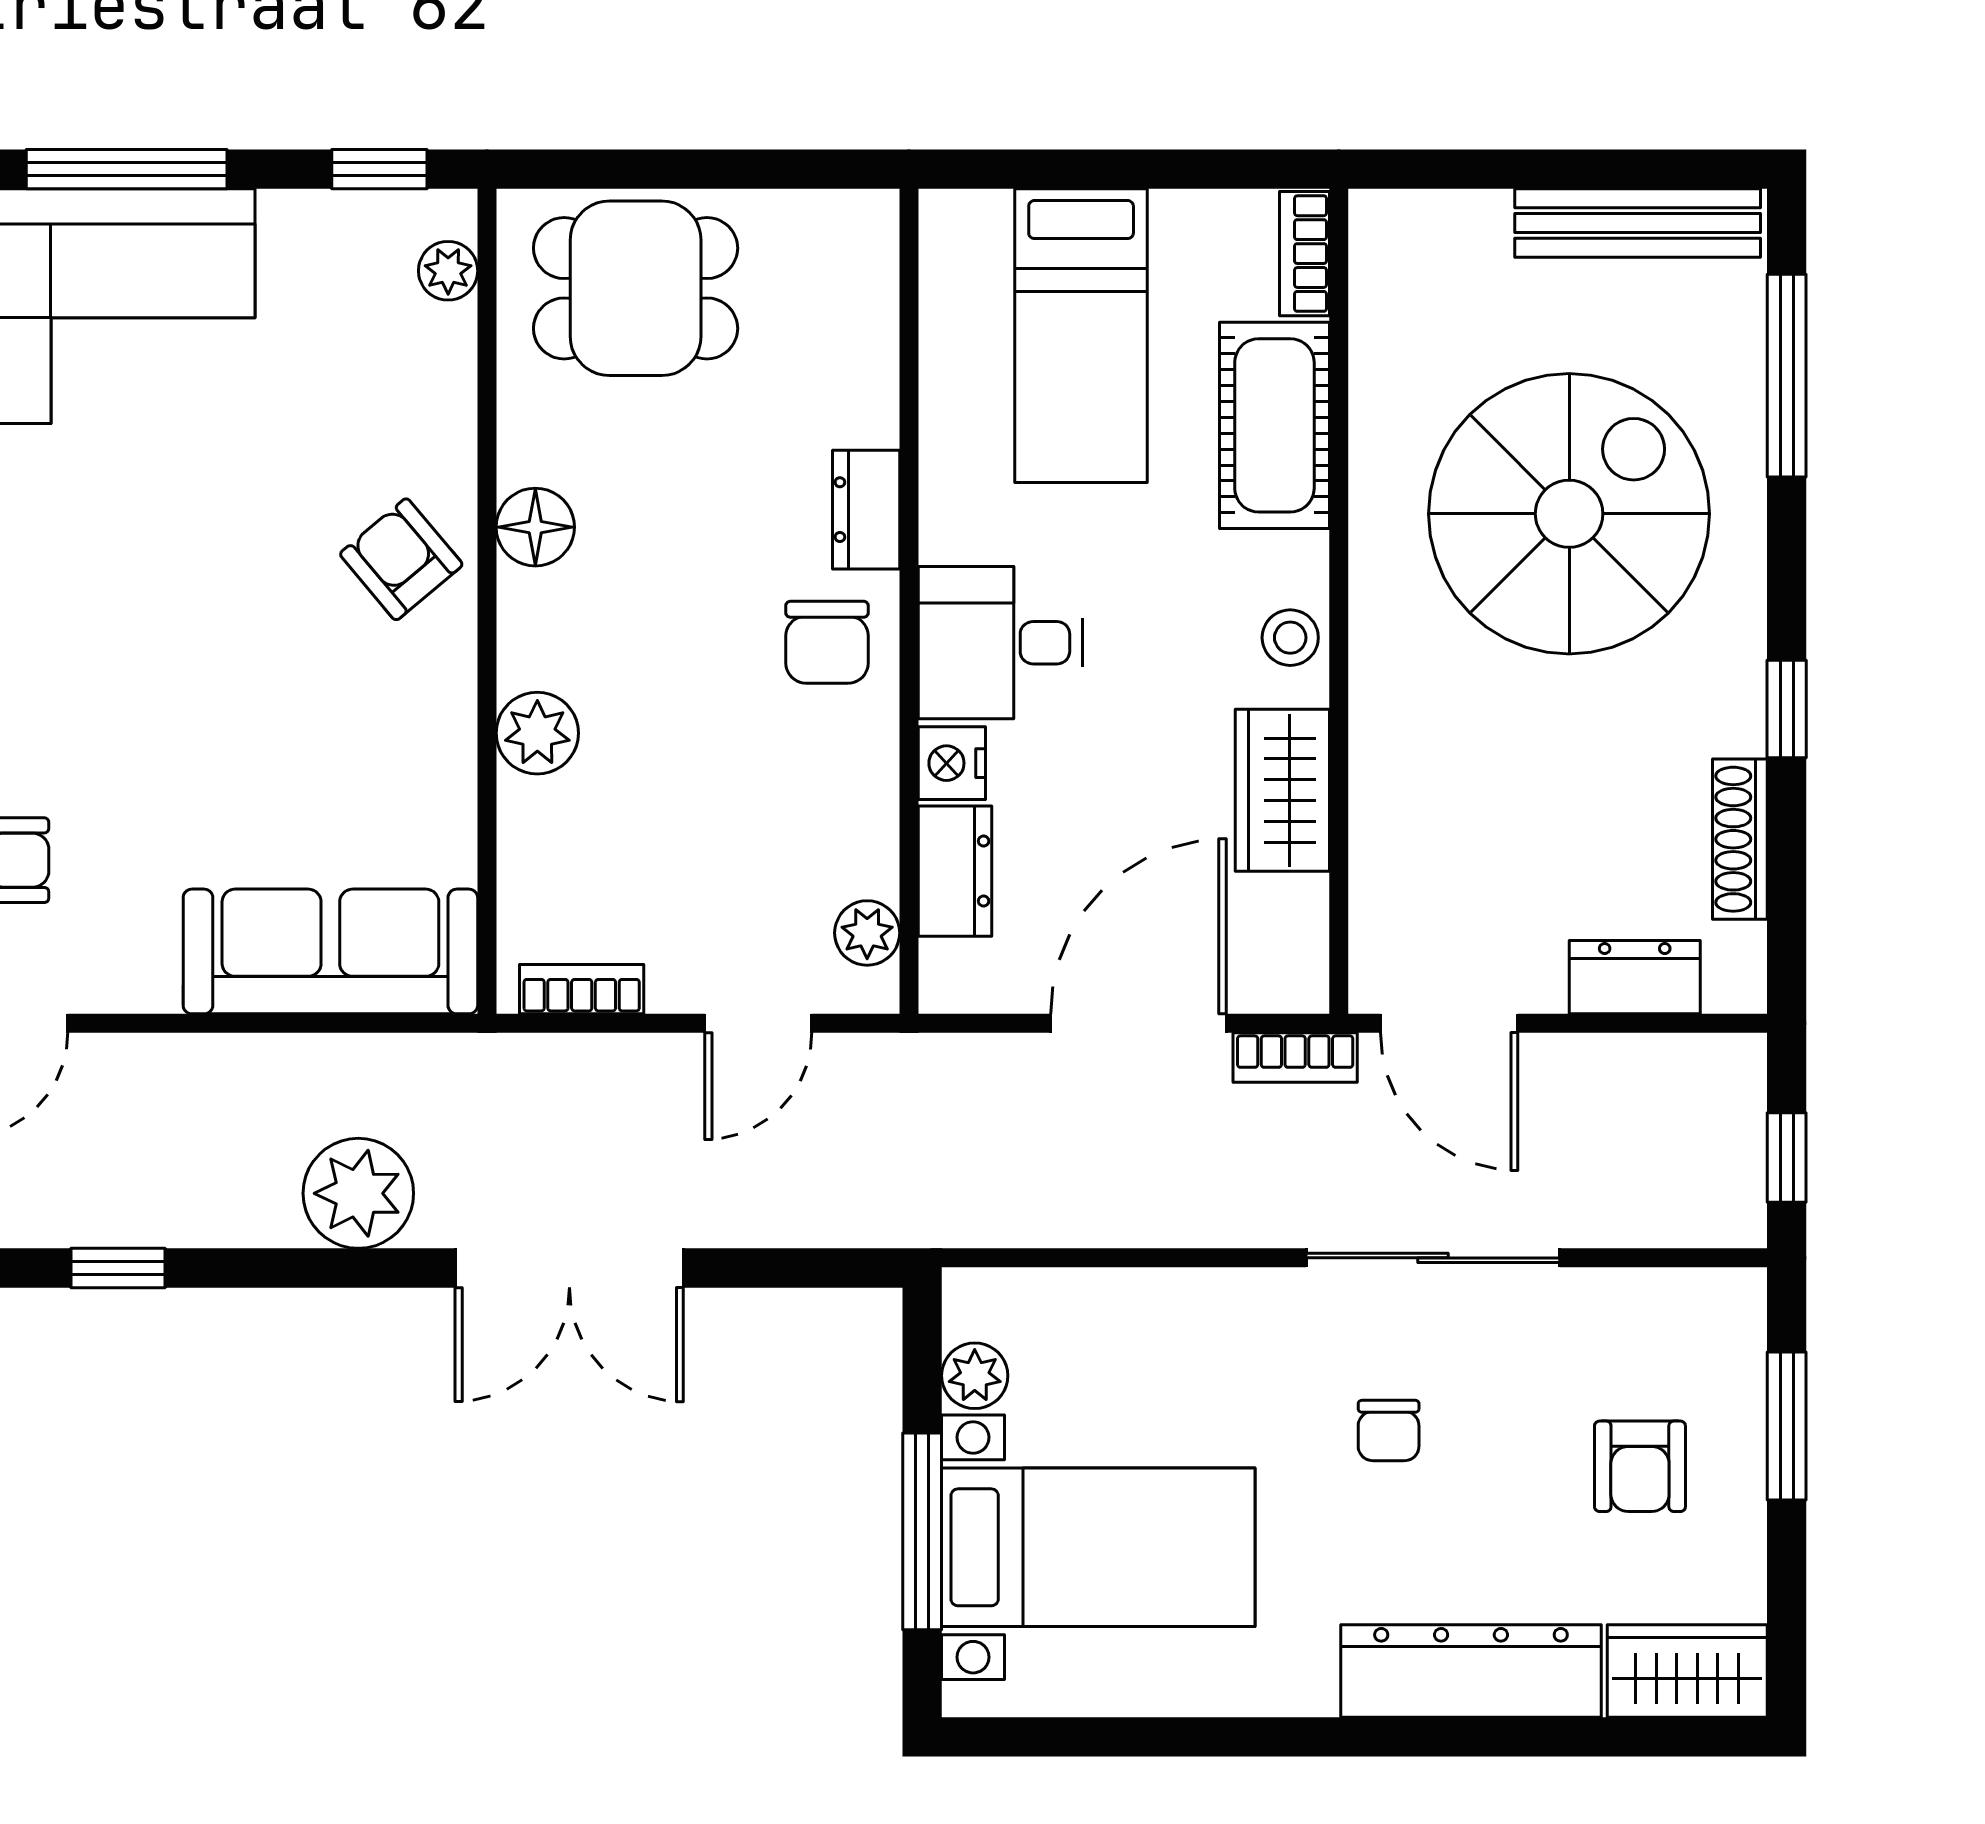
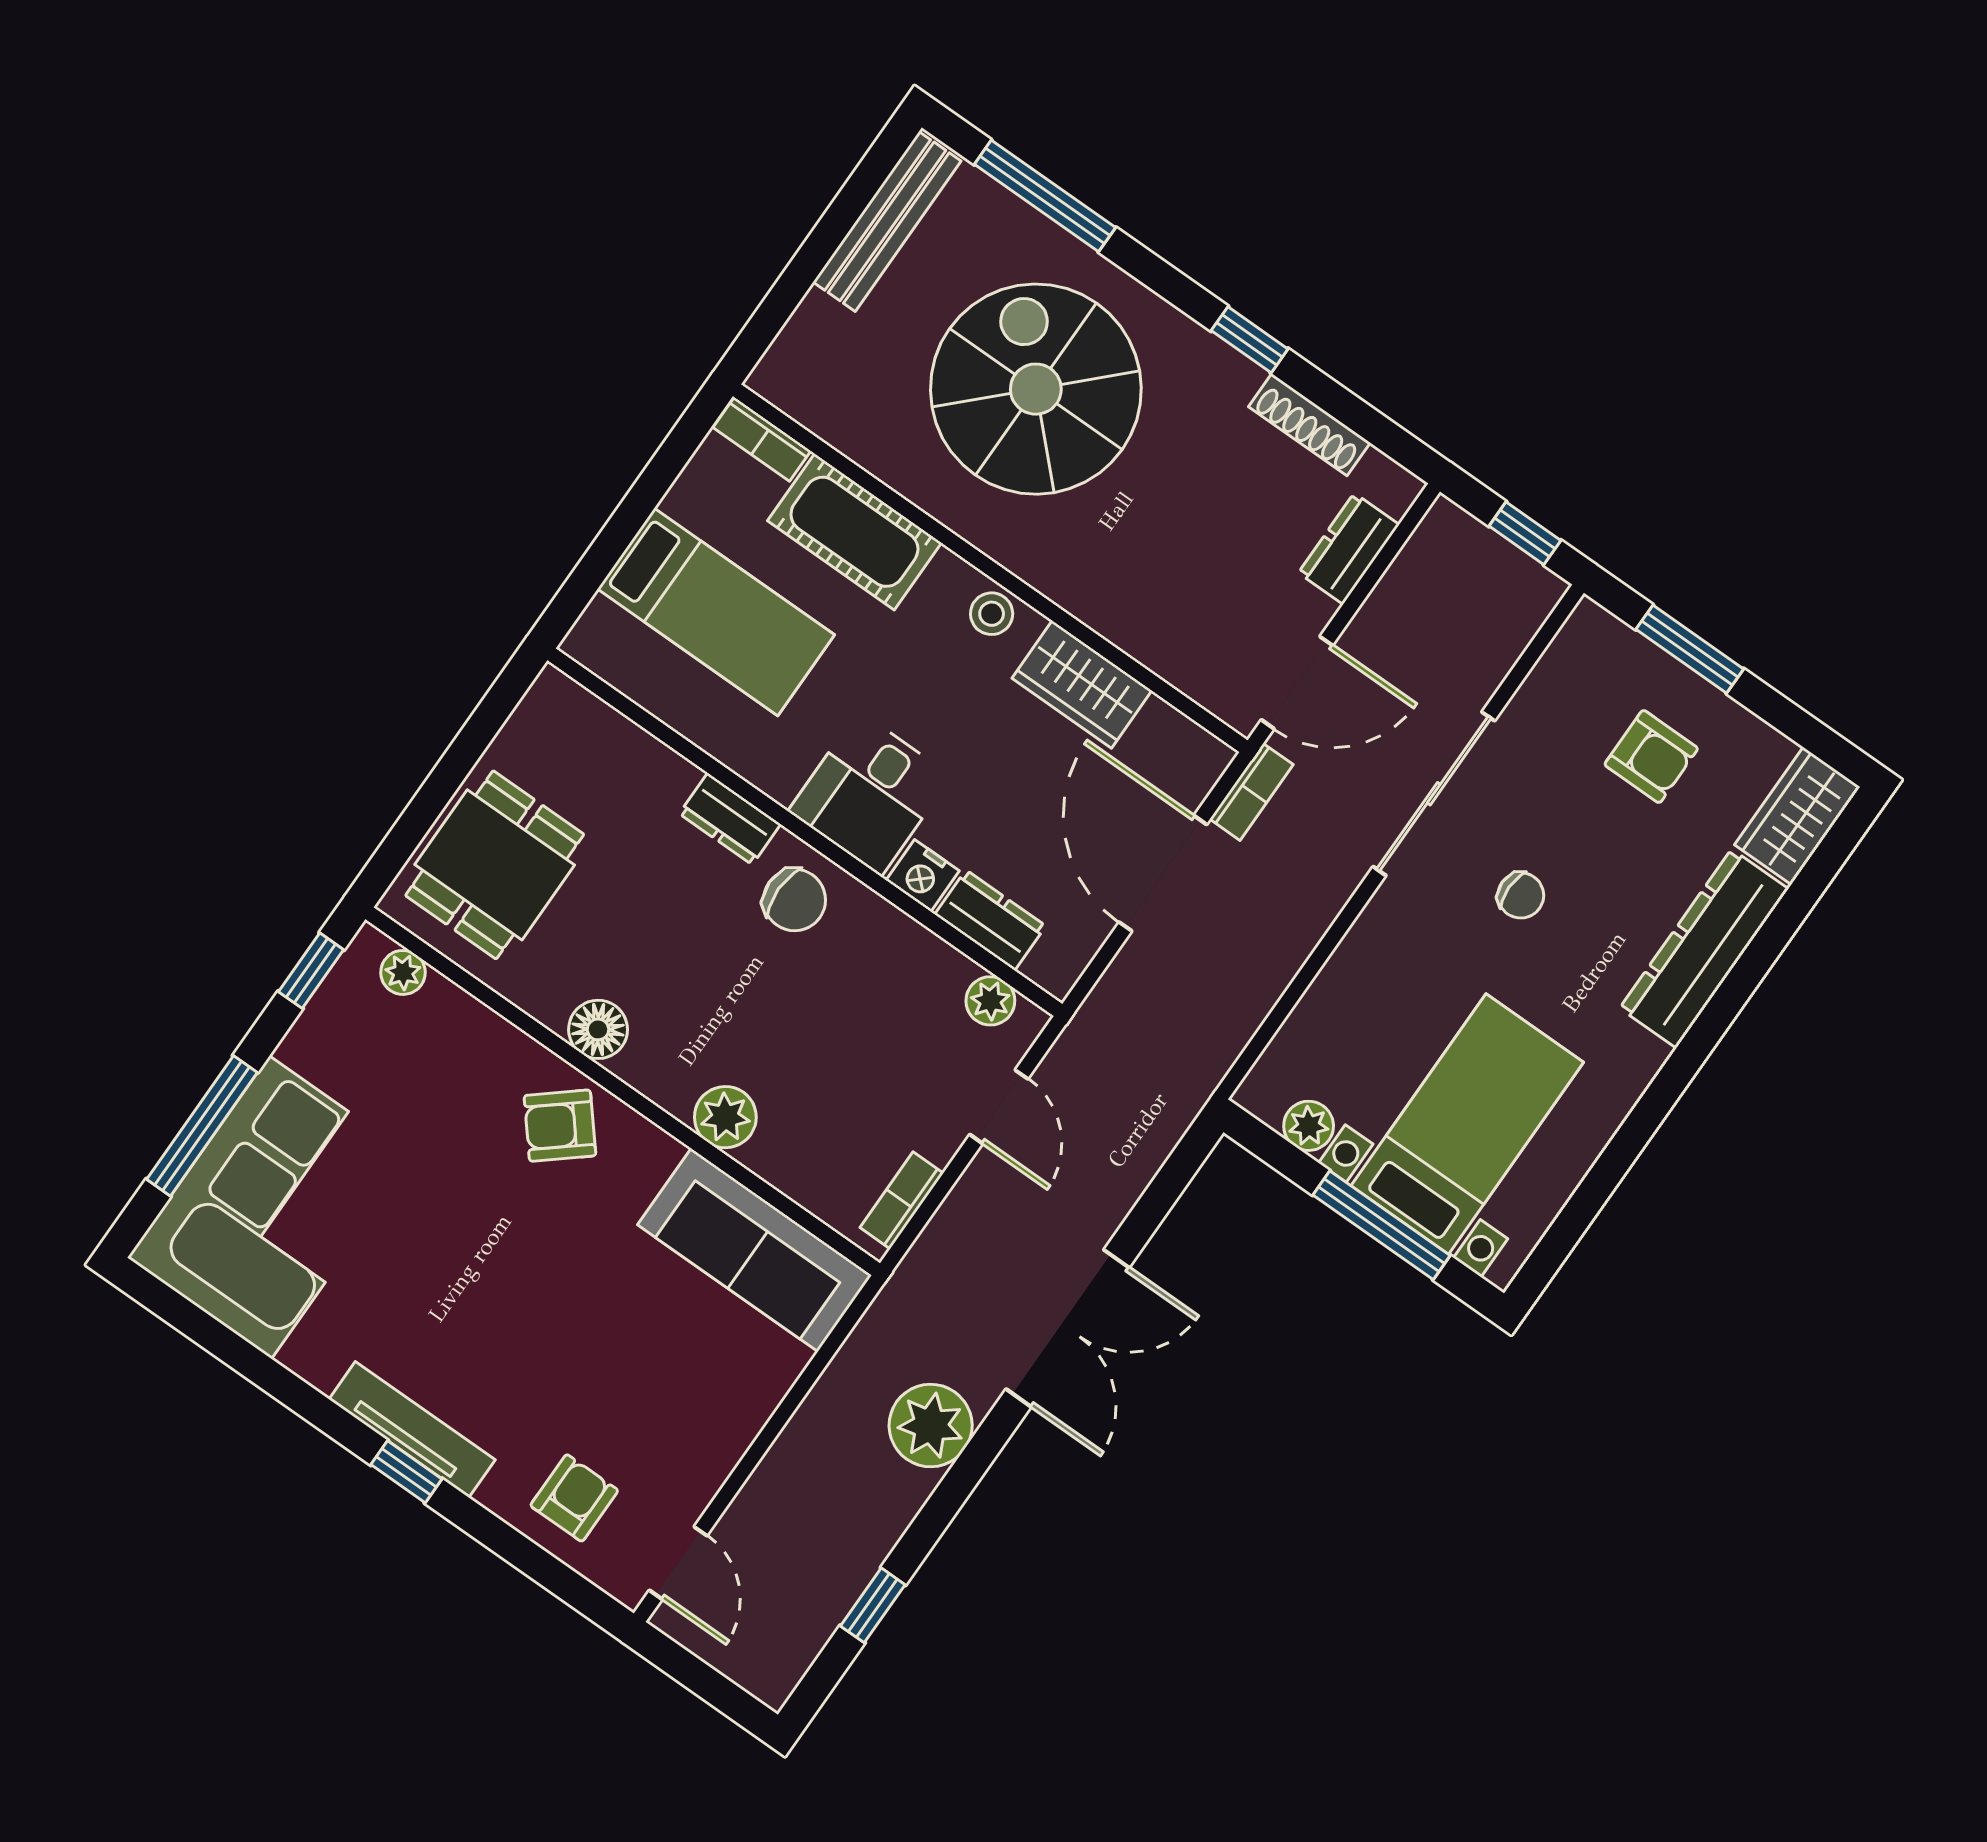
sofa: (330, 951) -> (755, 1250), moved, turned -90

